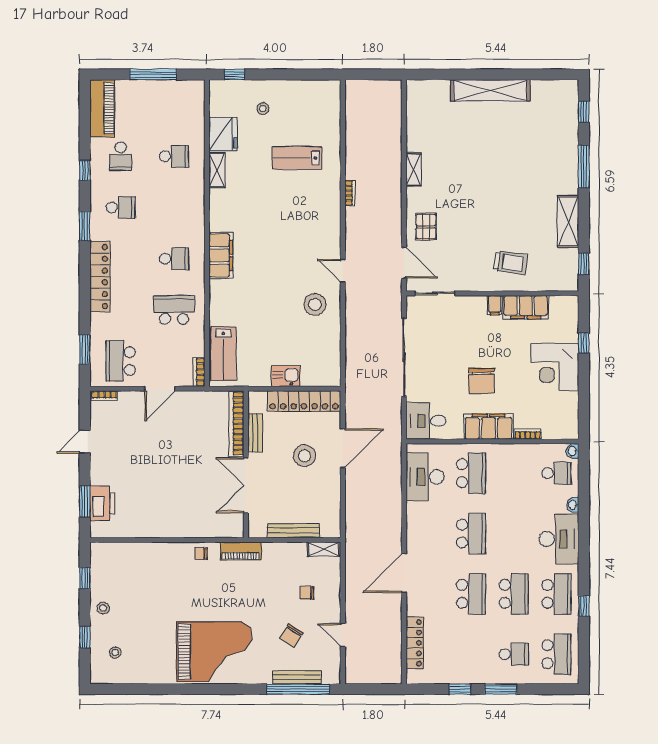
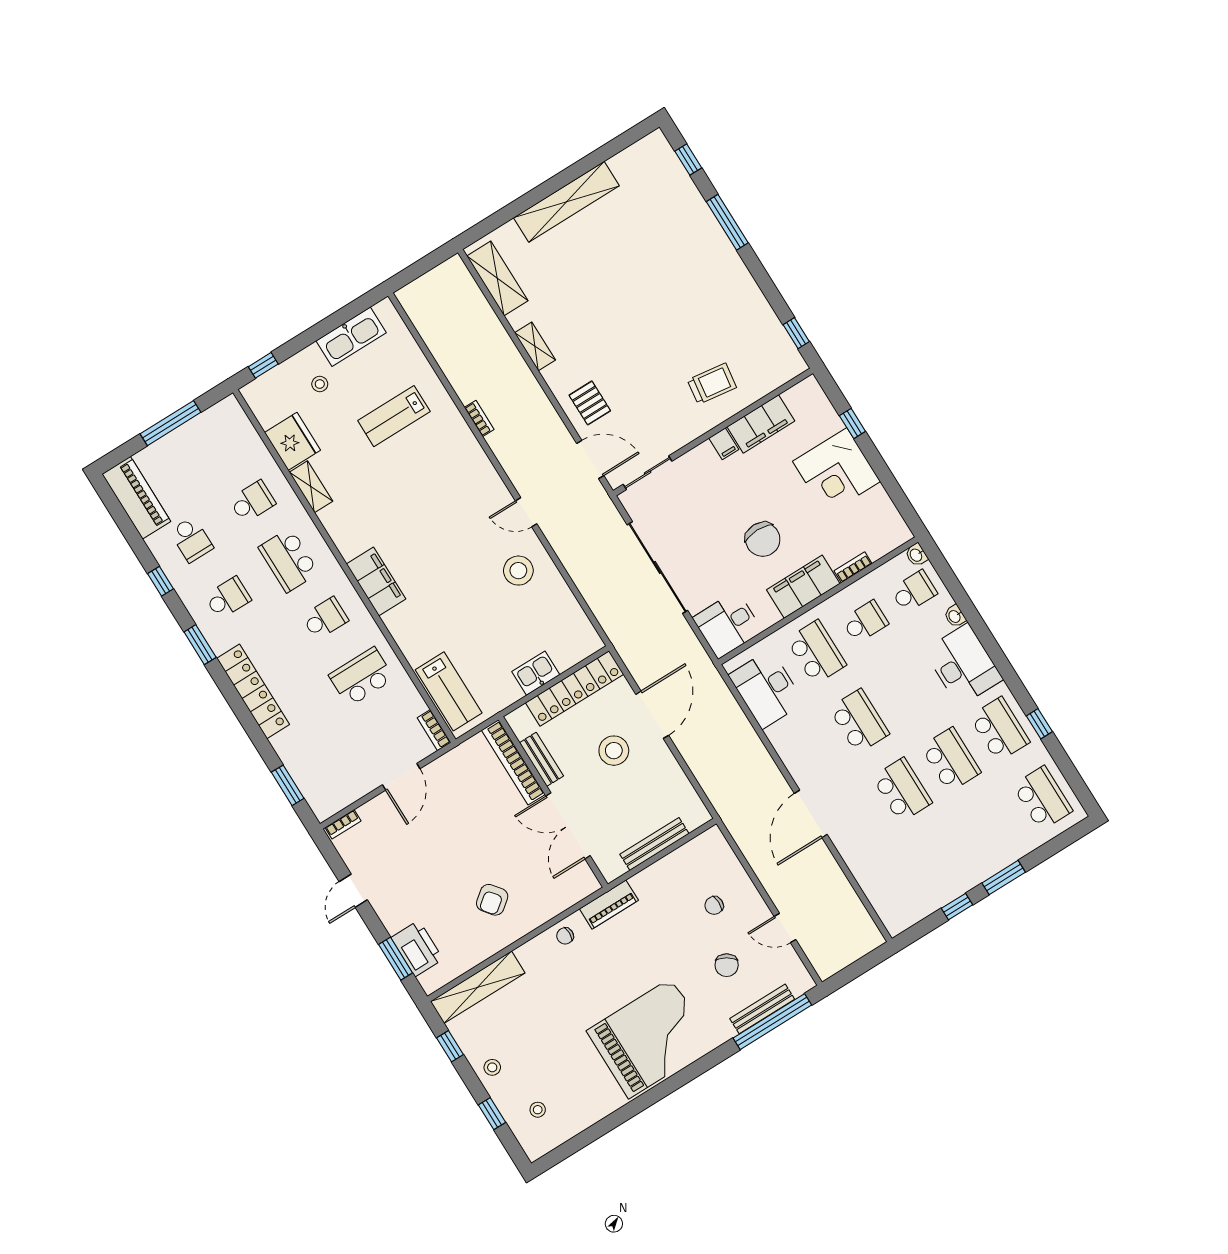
kitchen sink: (301, 91) -> (351, 337), added
shelving: (568, 221) -> (497, 278), moved
school desk: (121, 361) -> (289, 560), moved
armchair: (169, 502) -> (492, 900), added
shelving: (324, 549) -> (478, 987), moved, width x2.20, depth x1.33
locker: (415, 643) -> (872, 886), removed
school desk: (514, 654) -> (865, 622), moved

